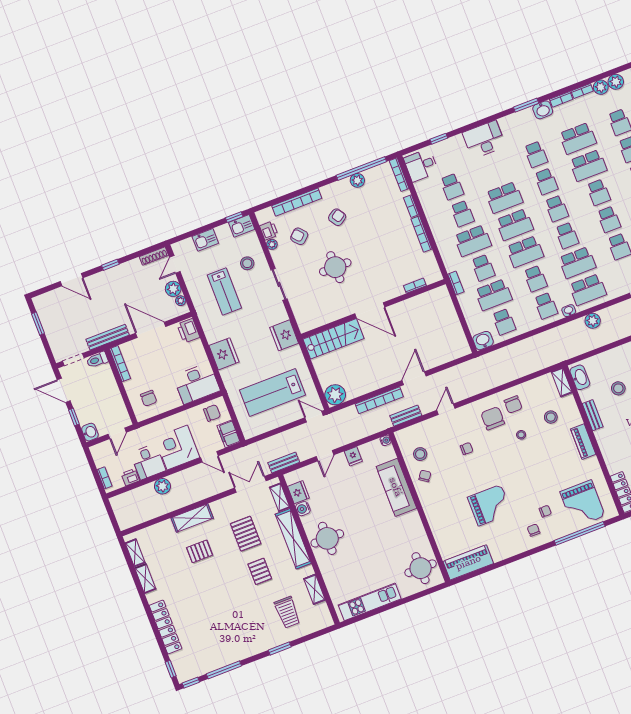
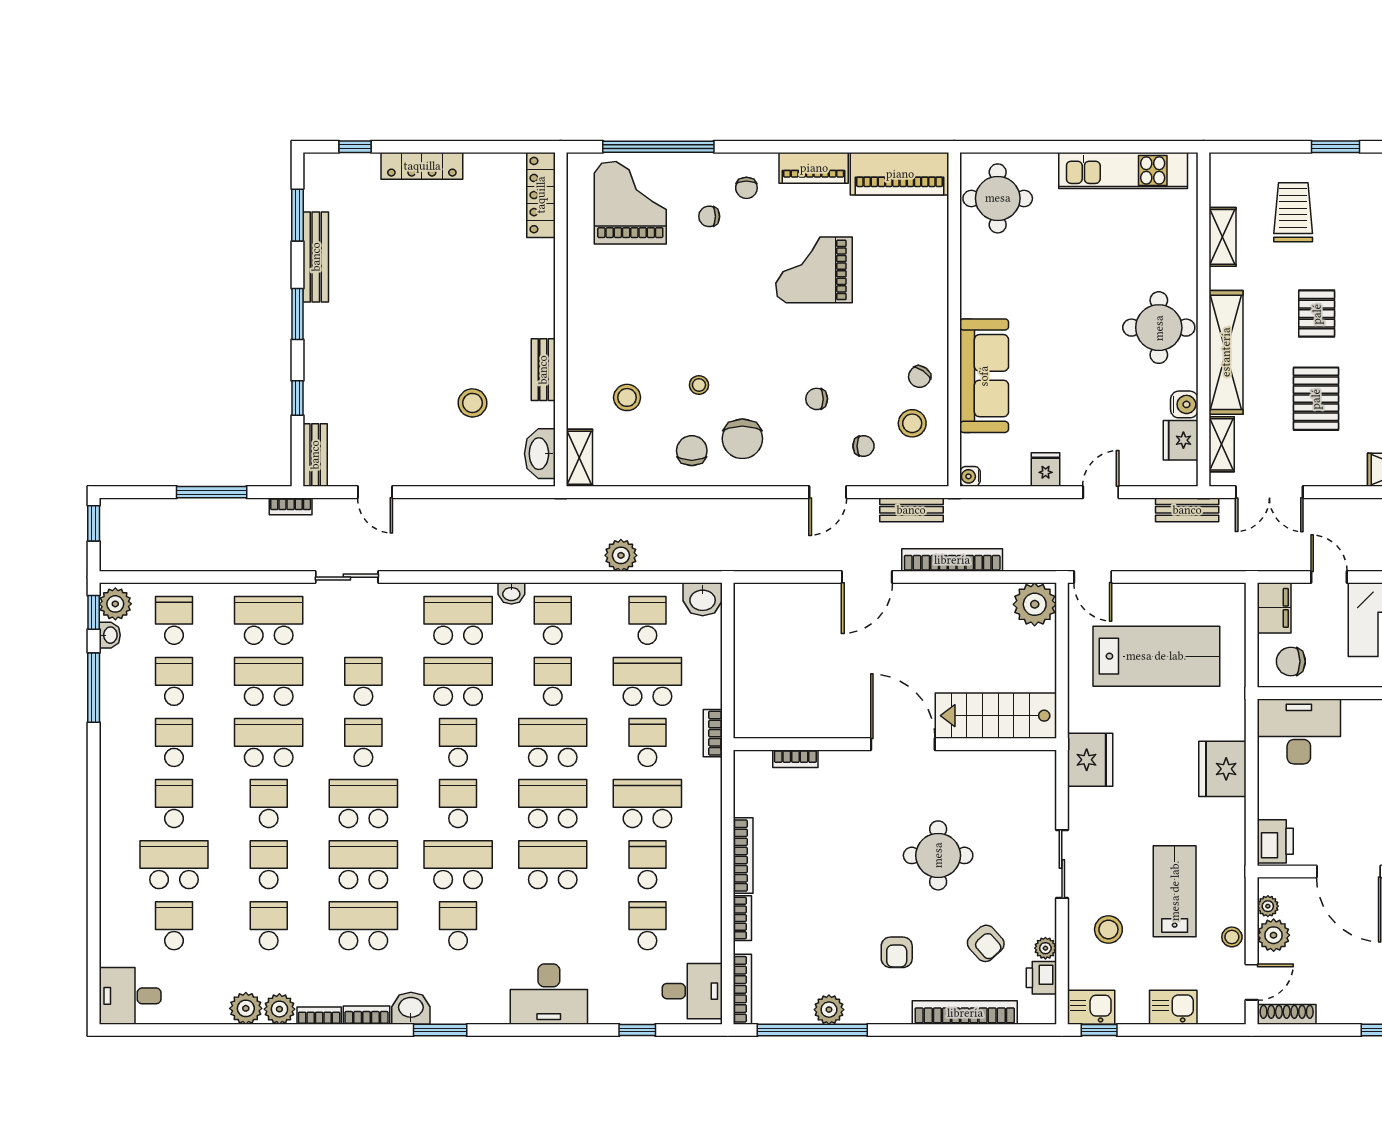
school desk: (546, 181) -> (458, 865), width x1.85
school desk: (599, 192) -> (363, 804), width x1.85
armchair: (337, 217) -> (897, 952), turned -56
stool: (191, 281) -> (1232, 937), added
plant: (593, 321) -> (621, 555), moved
chair: (438, 436) -> (863, 446), added
piano: (583, 442) -> (814, 168), moved, turned 90

